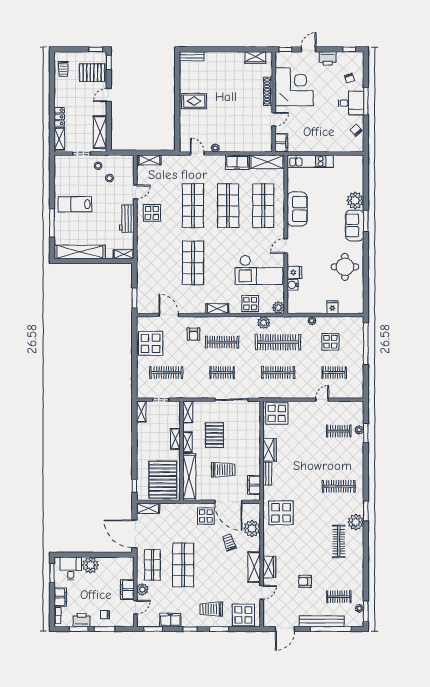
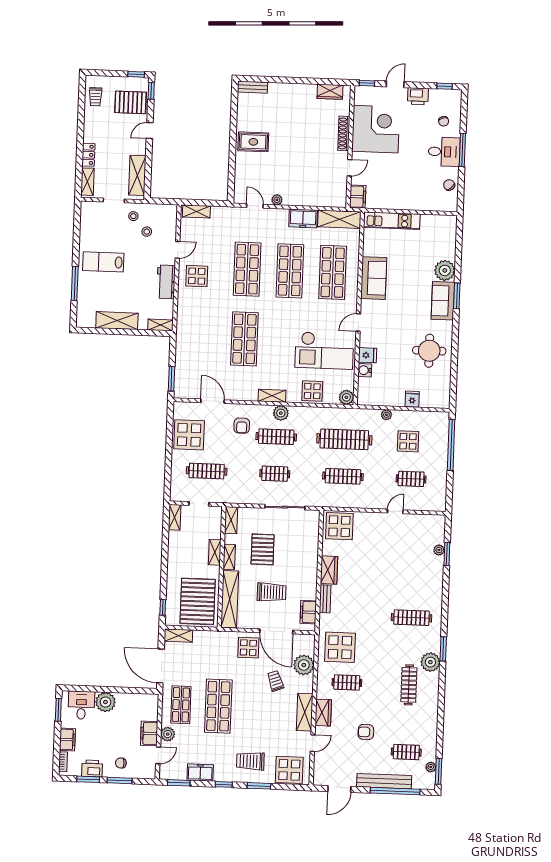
shelving: (80, 252) -> (117, 321), width x0.68
plant: (264, 323) -> (281, 413), moved
clothes rail: (339, 431) -> (347, 682), moved

